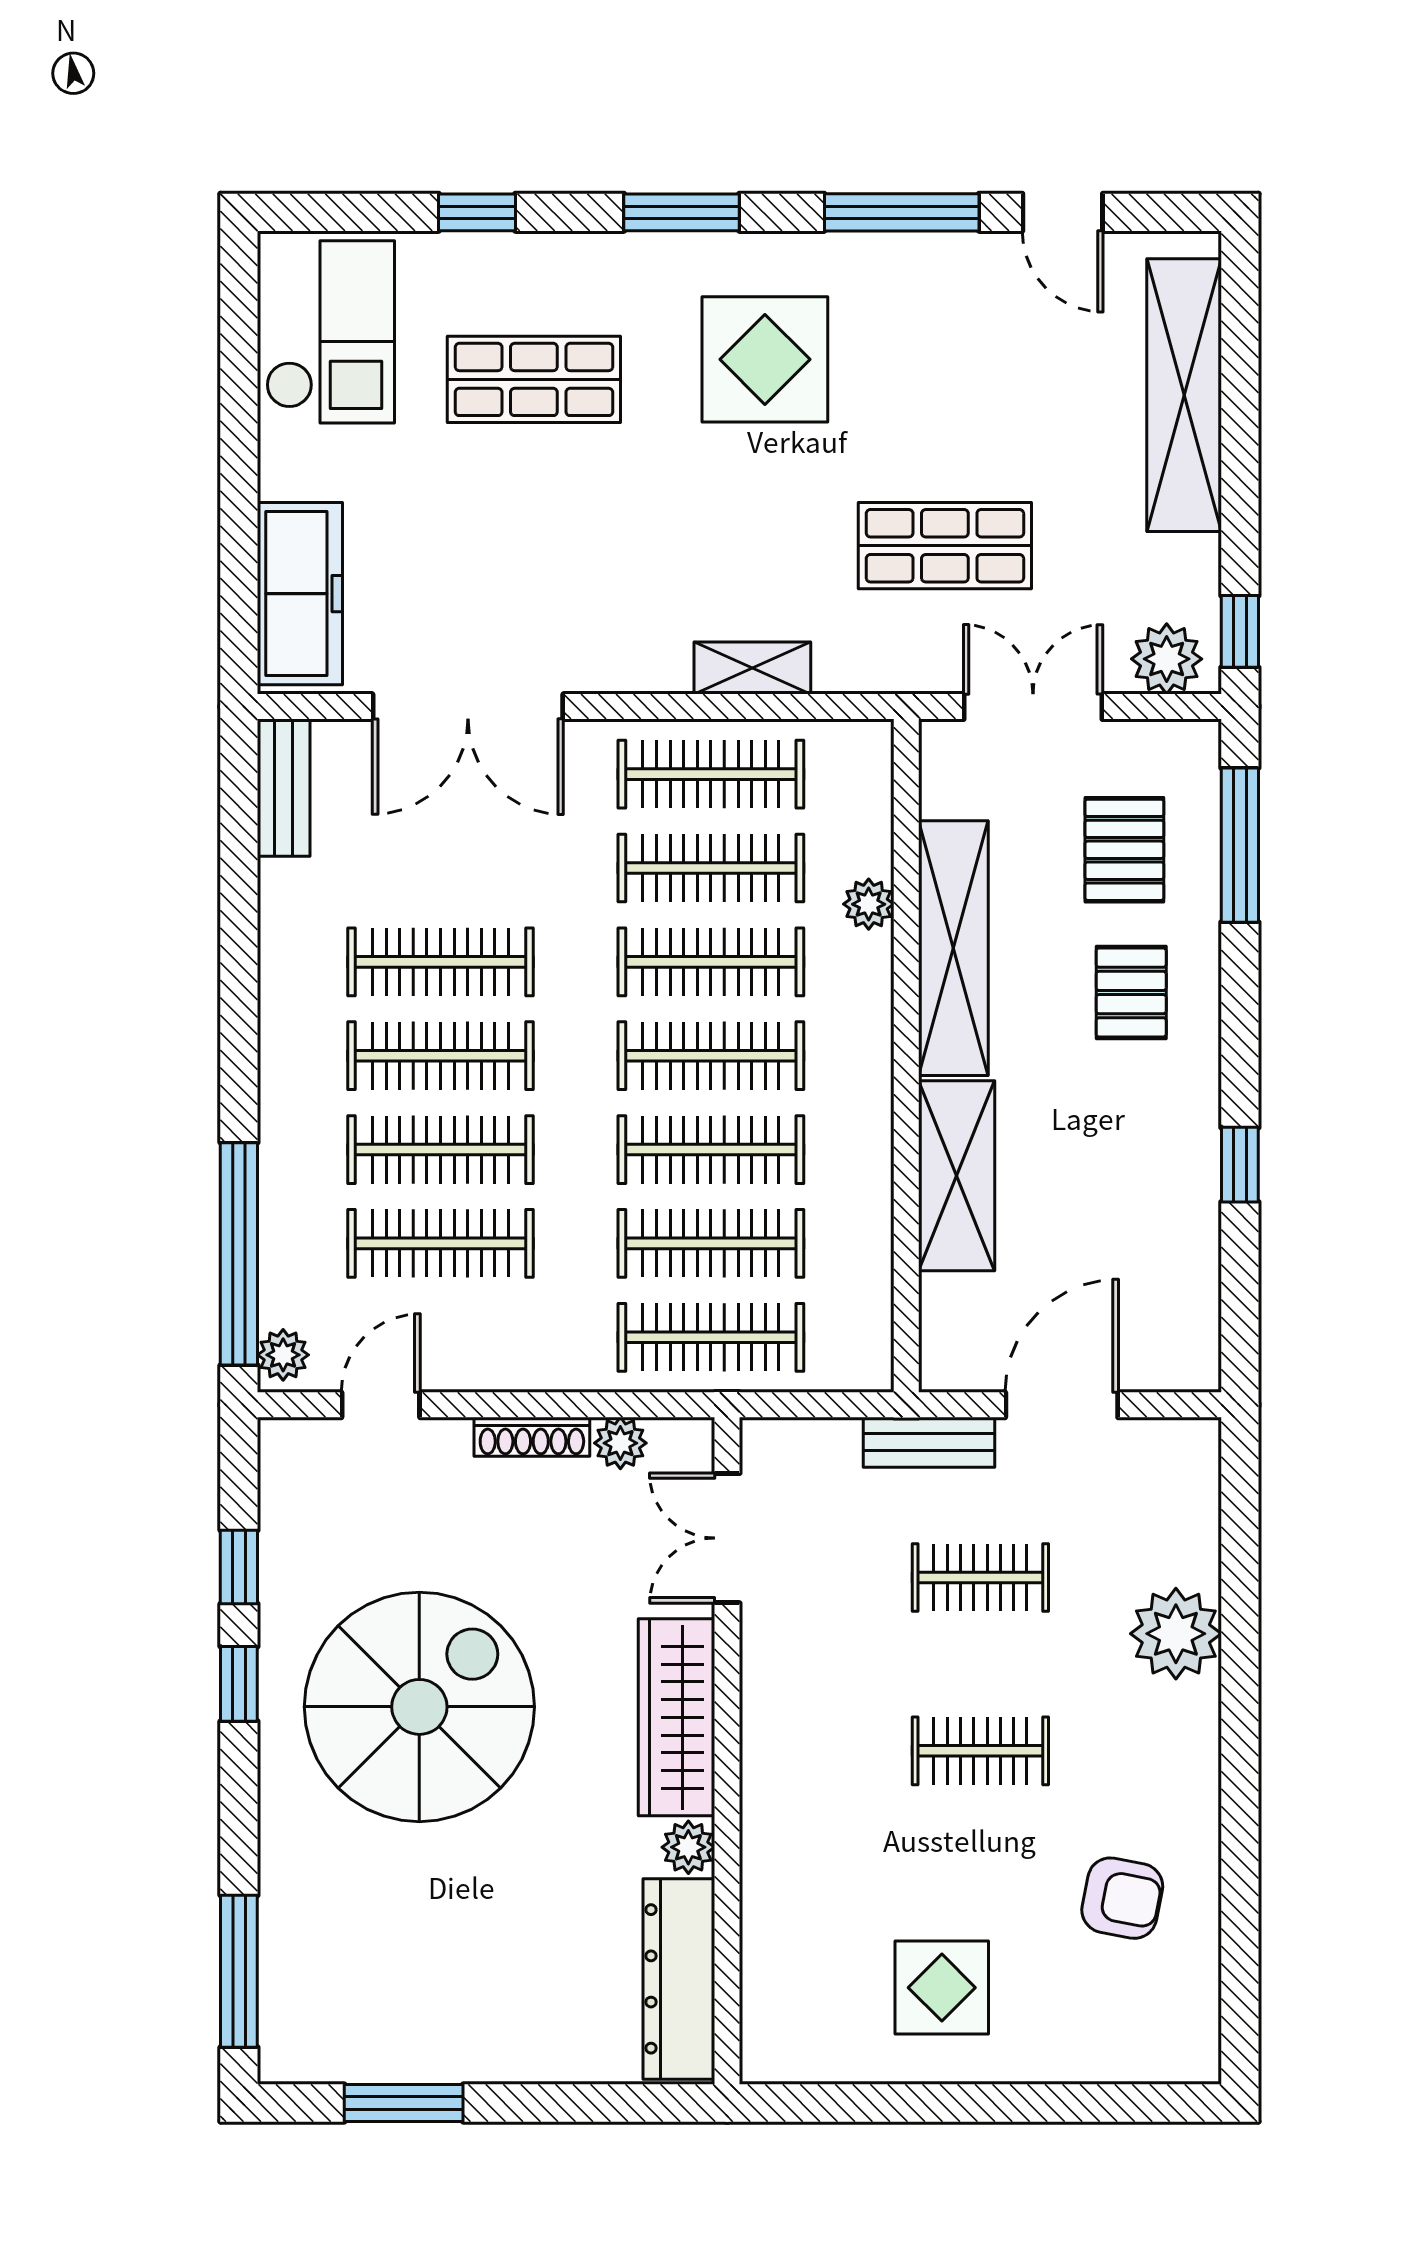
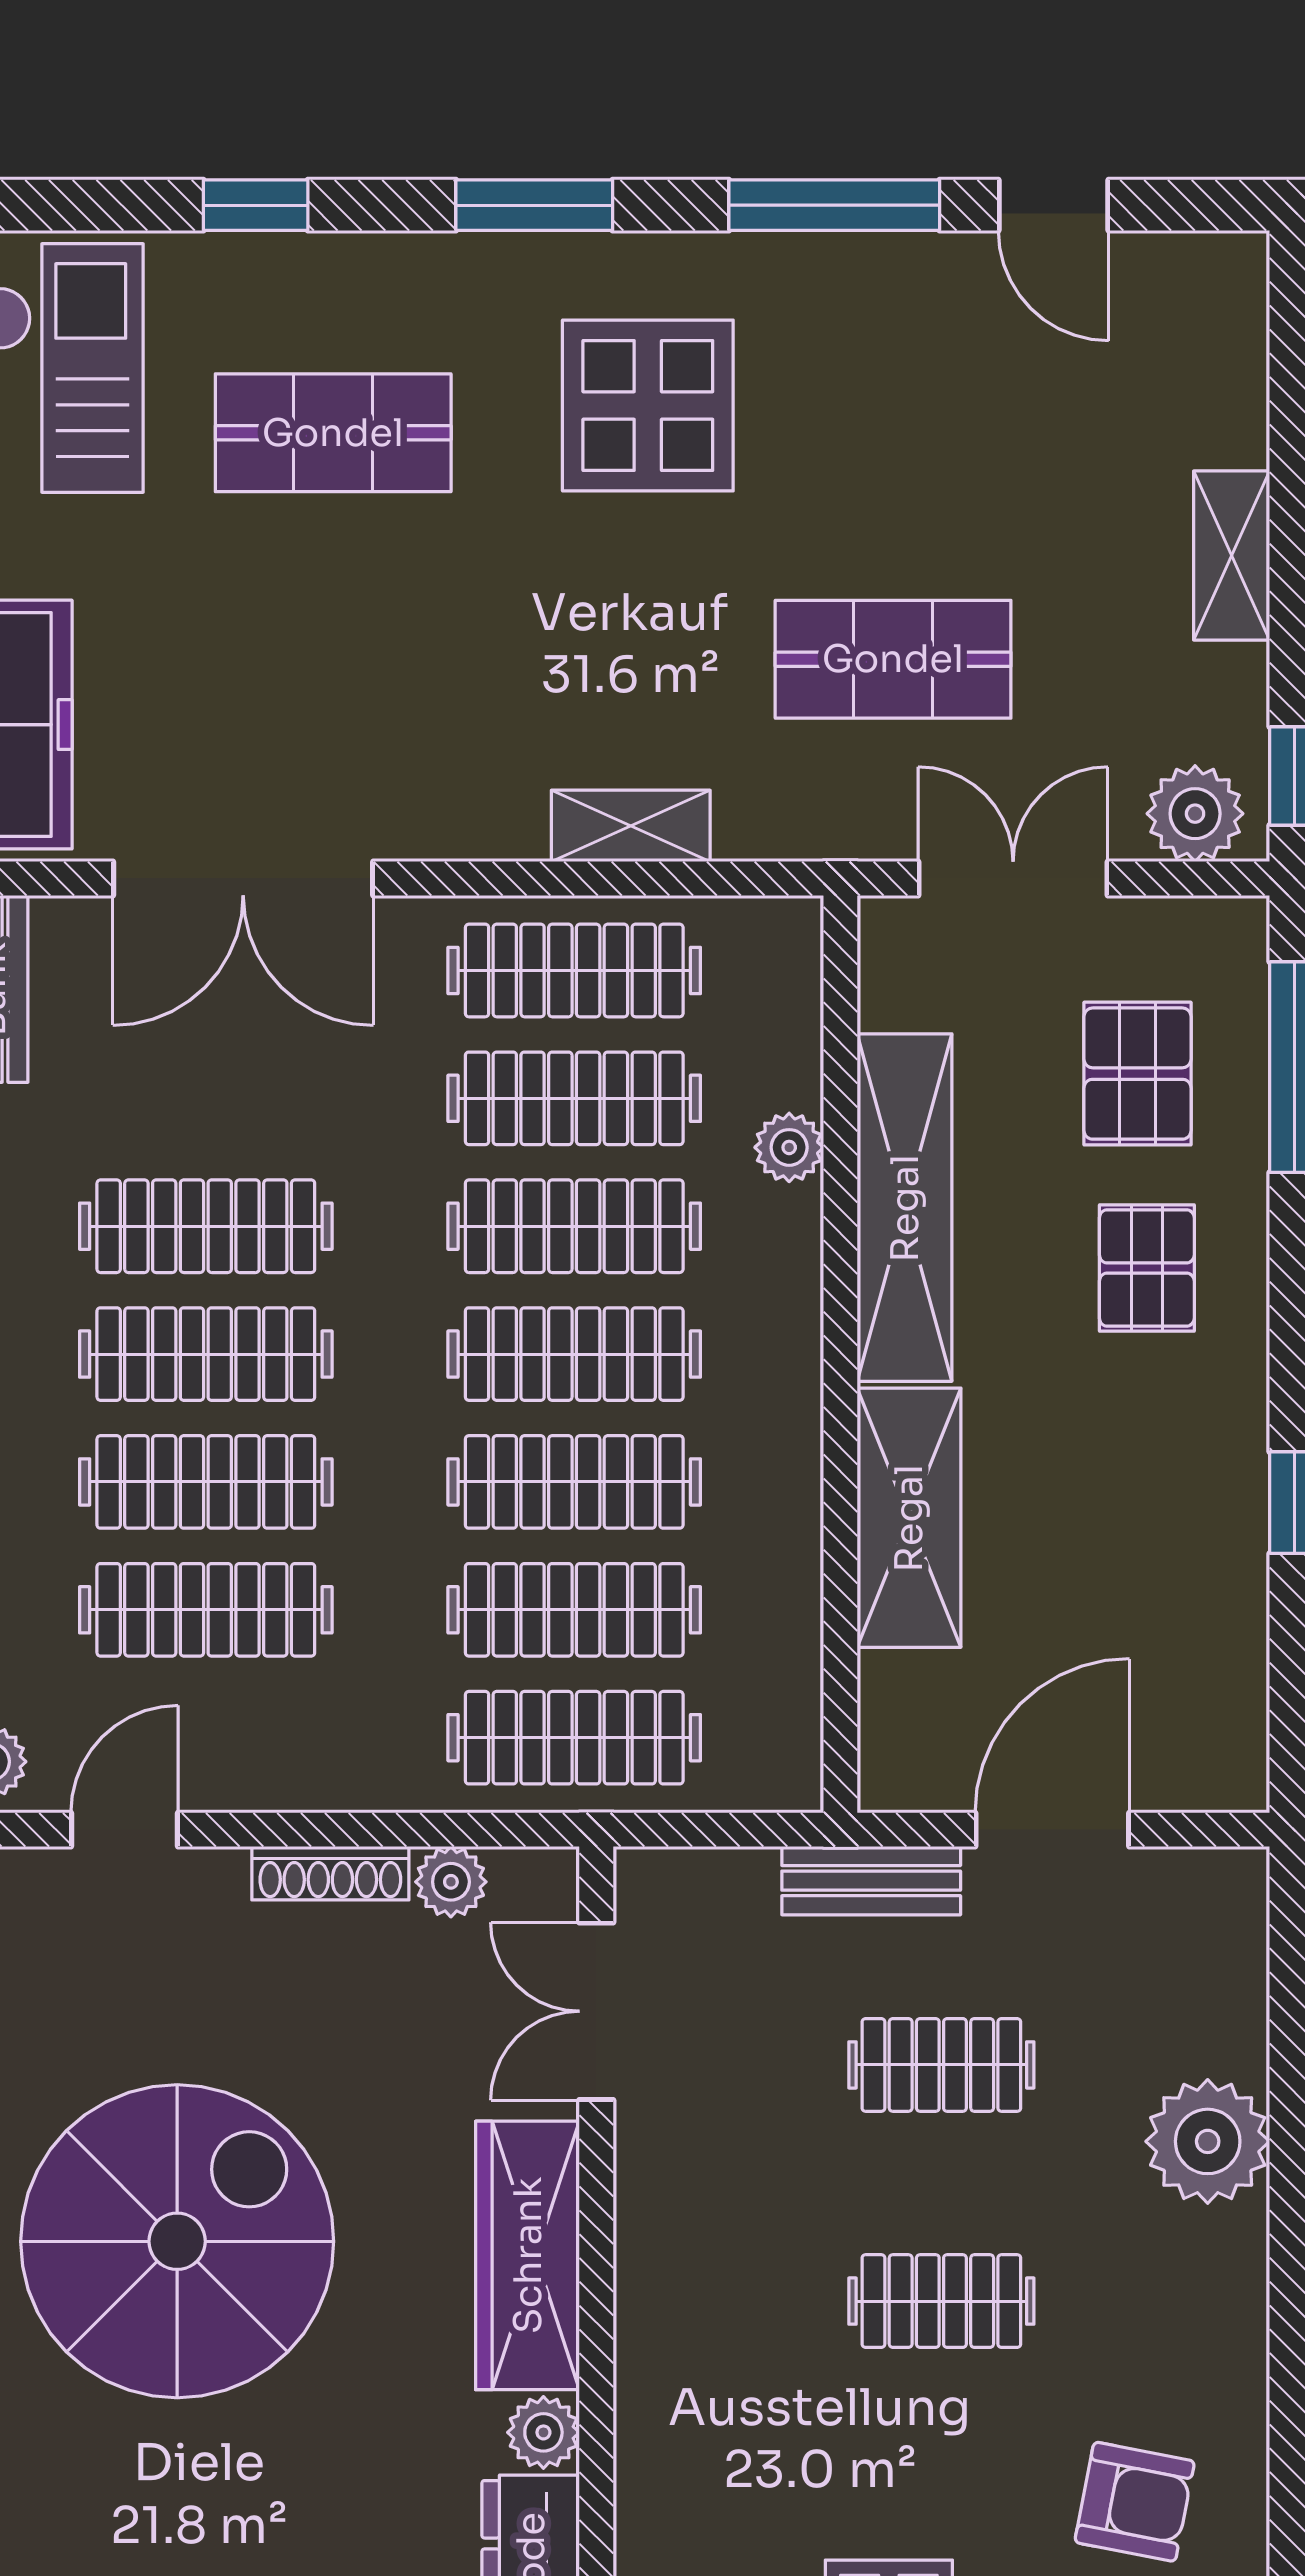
shelving: (1184, 395) -> (1232, 556), width x0.45, depth x0.75

